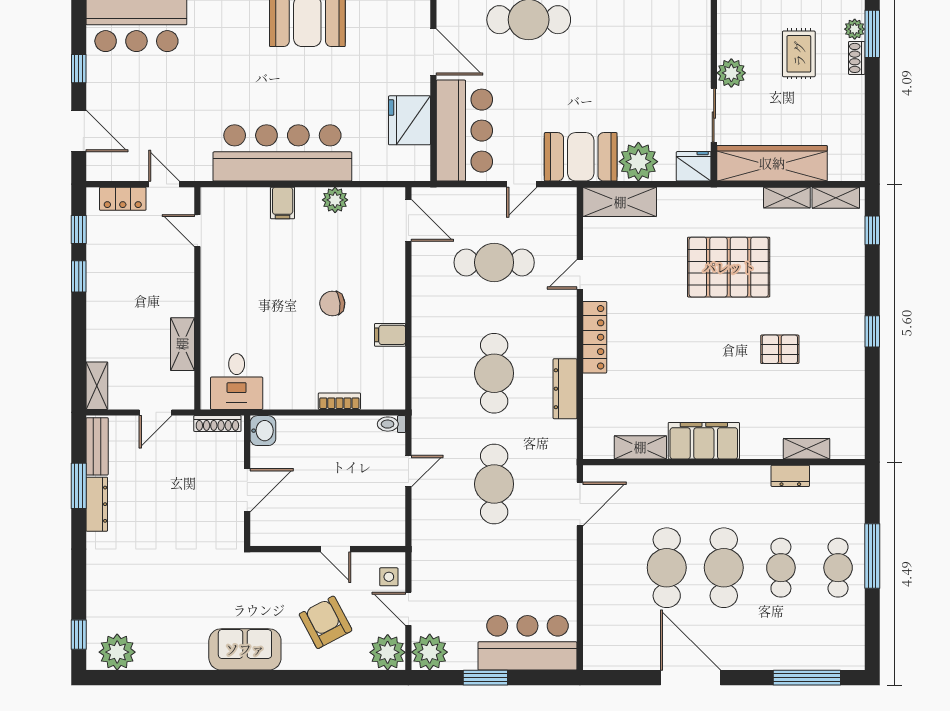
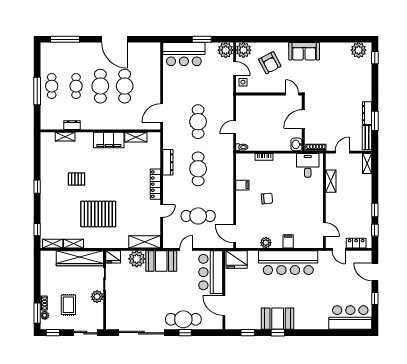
fridge: (409, 120) -> (237, 259), moved, turned 90
door: (336, 549) -> (292, 94), moved

